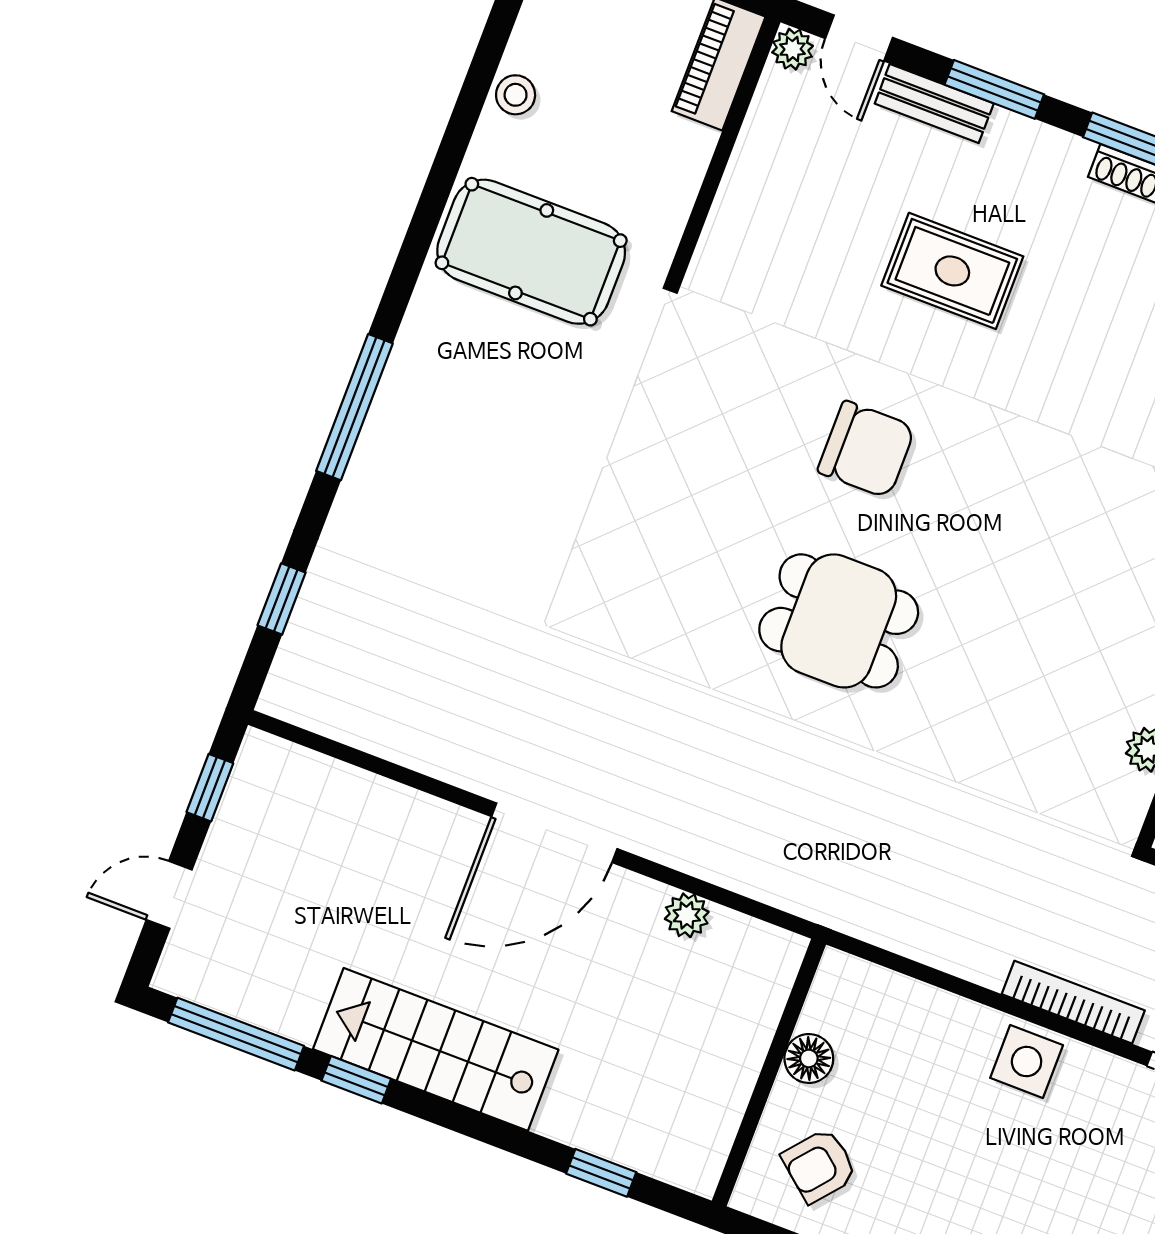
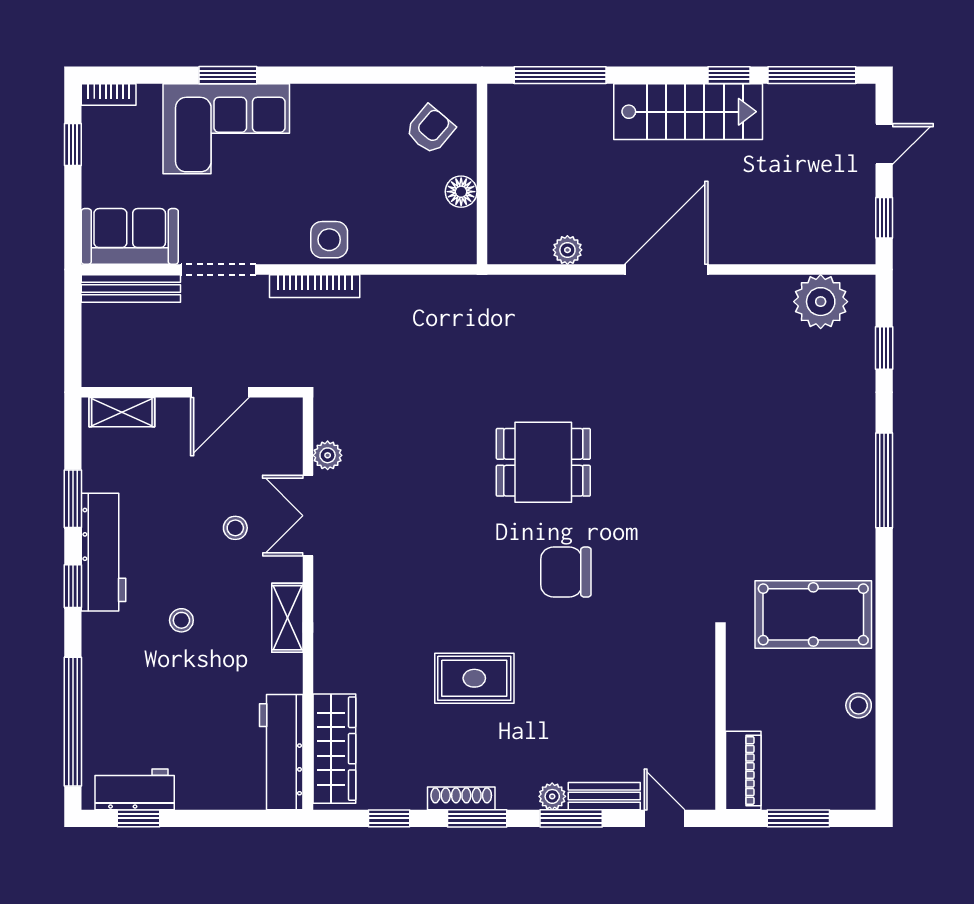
plant: (793, 49) -> (552, 796), moved
rug: (952, 271) -> (474, 678), moved
plant: (348, 701) -> (821, 302), added
window: (601, 1173) -> (560, 75), width x2.17

